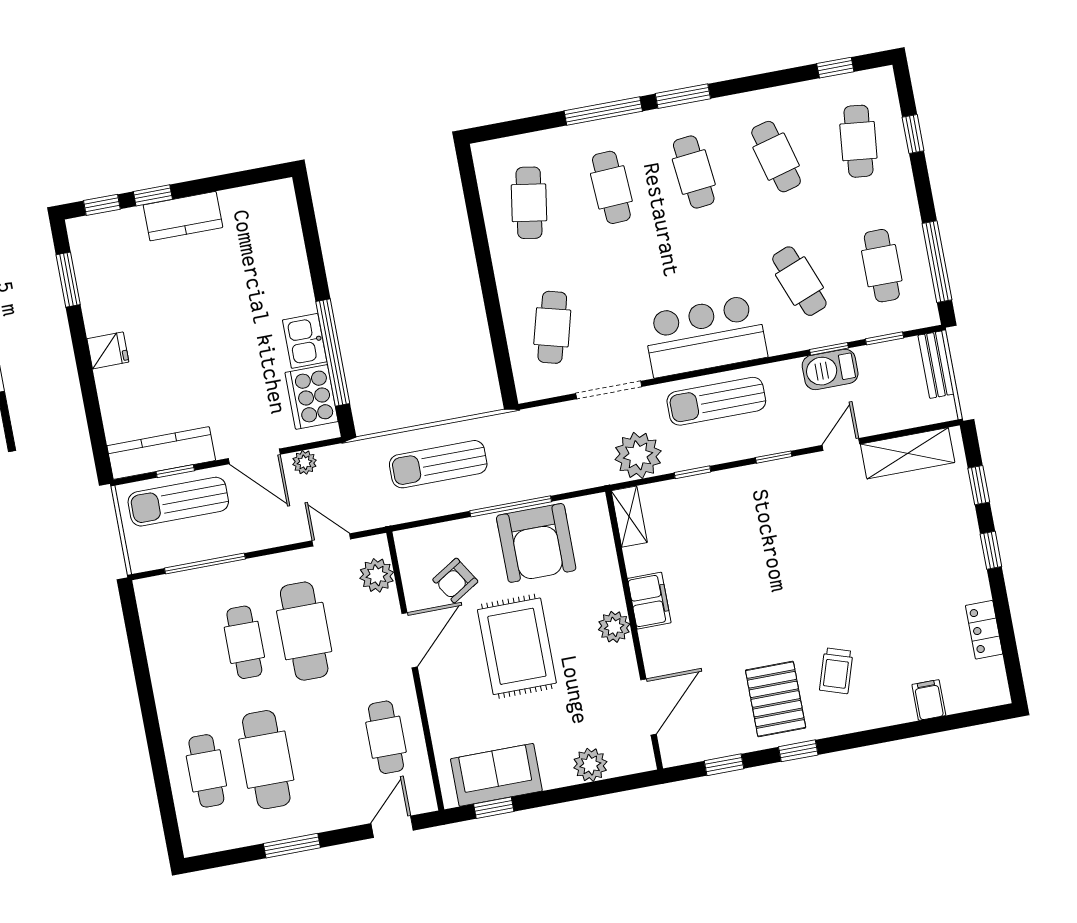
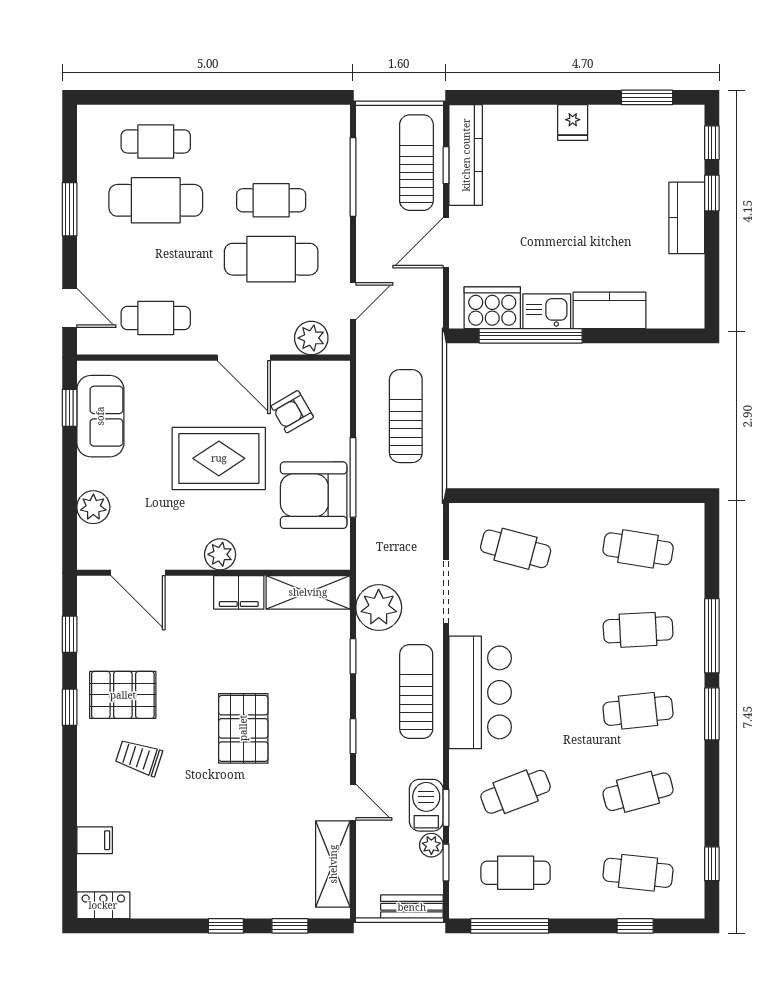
kitchen counter: (292, 277) -> (609, 310), added
plant: (304, 462) -> (431, 845), moved
shelving: (629, 517) -> (308, 592), width x1.50, depth x1.33
pallet: (787, 570) -> (243, 728), added
armchair: (455, 581) -> (292, 412), turned -88
locker: (984, 630) -> (103, 905), moved

